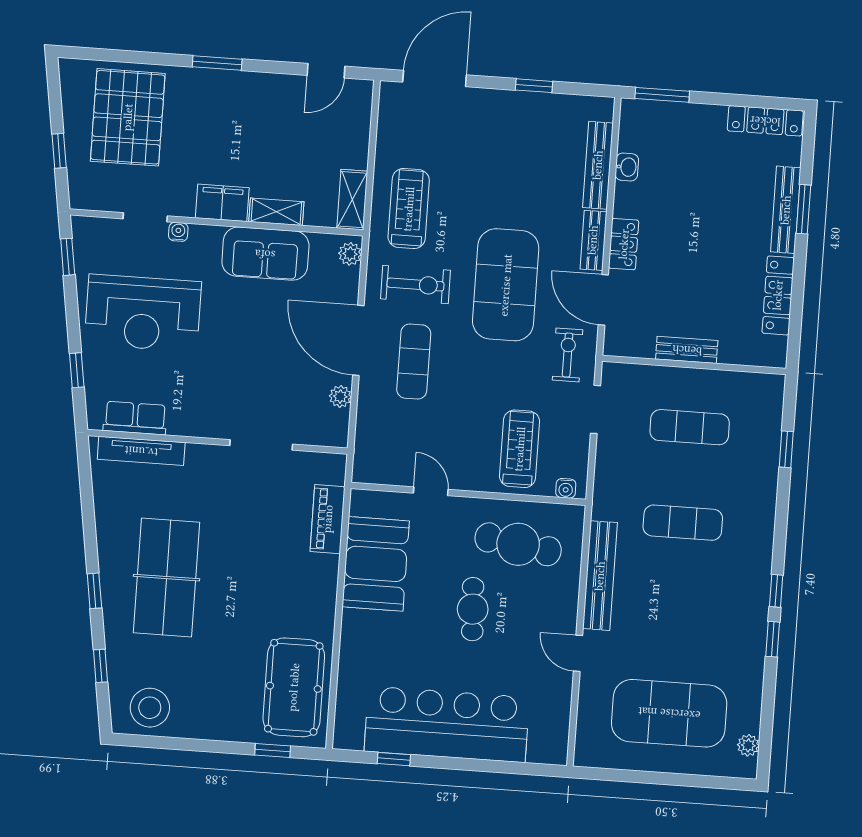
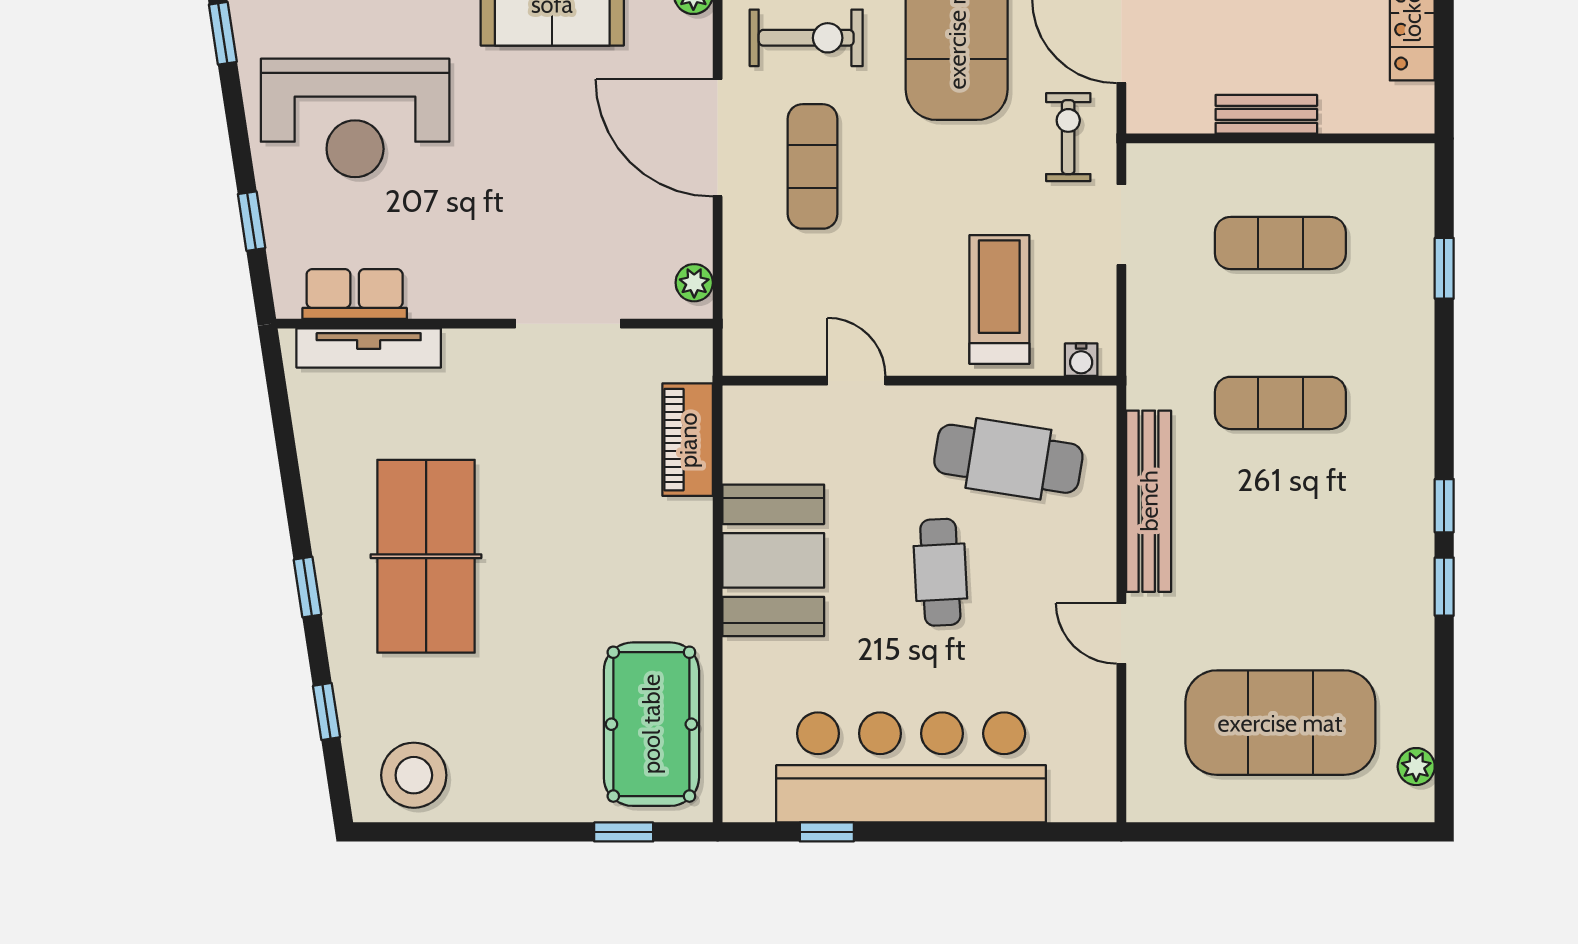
plant: (340, 396) -> (694, 283), moved
booth: (376, 564) -> (773, 560), moved

